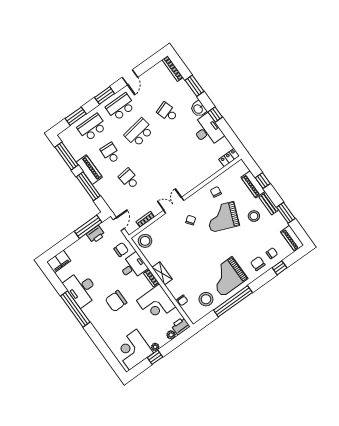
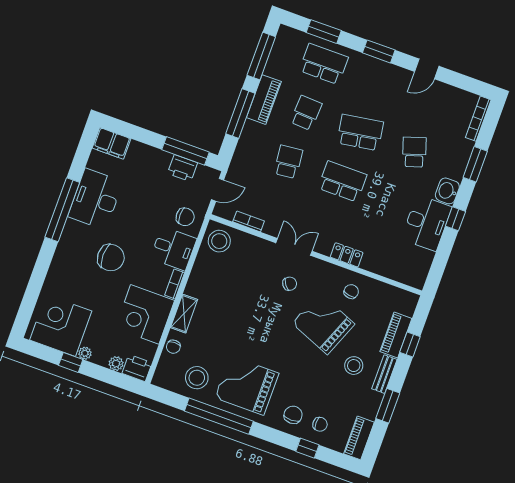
school desk: (120, 107) -> (342, 181), moved
locker: (229, 158) -> (347, 255), moved
shelving: (162, 273) -> (184, 314), moved
chair: (116, 301) -> (111, 258), turned 180

